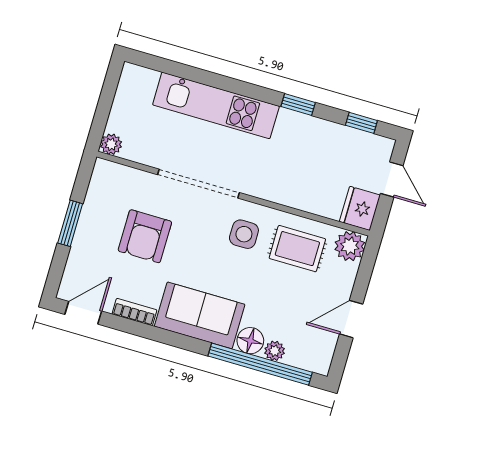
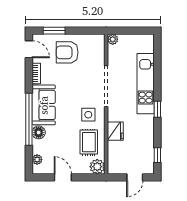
window: (298, 105) -> (157, 109), moved
fridge: (360, 208) -> (115, 131), moved, turned 90
window: (70, 223) -> (54, 31), moved
armchair: (145, 236) -> (67, 52), moved
plant: (275, 351) -> (37, 160), moved
window: (260, 364) -> (29, 119), moved

